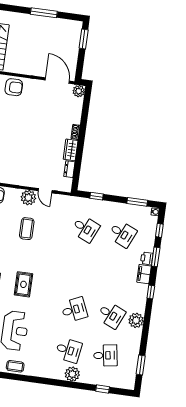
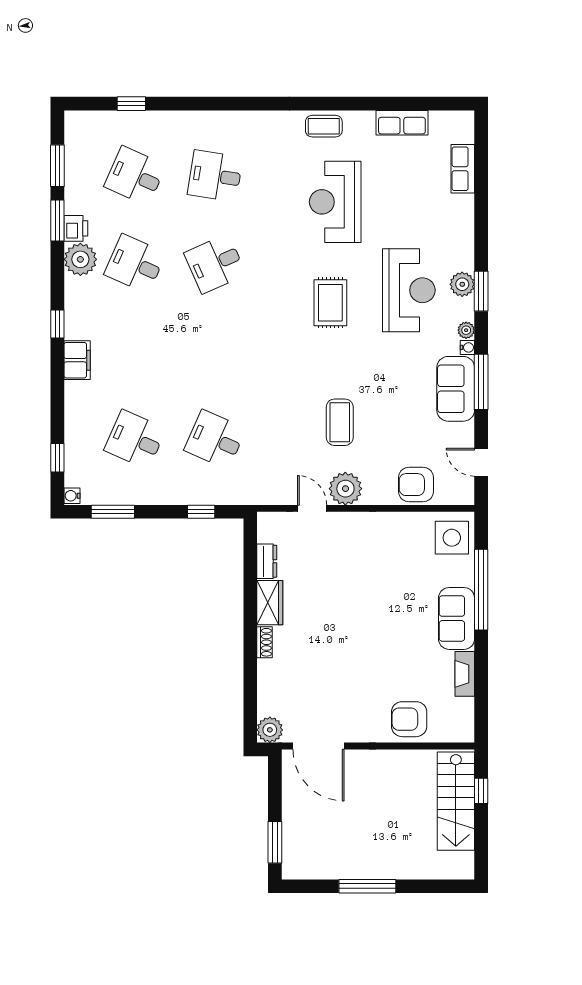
window: (156, 257) -> (57, 221), moved
printer: (147, 258) -> (76, 228), moved
desk: (105, 355) -> (135, 176), turned 33
plant: (72, 374) -> (200, 126), removed

